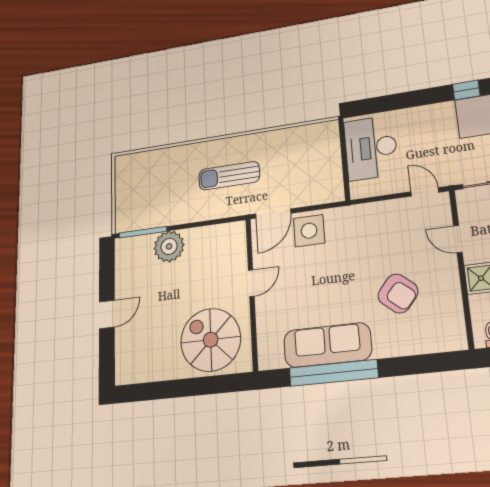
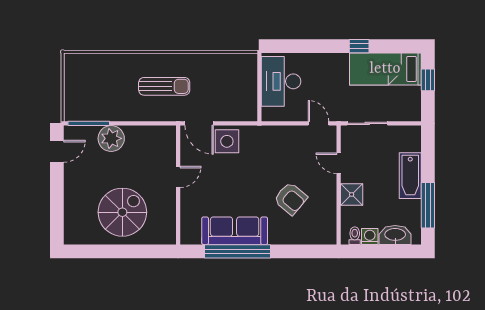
sun lounger: (229, 176) -> (164, 86), turned 180
door: (273, 214) -> (199, 123), hinge flipped
door: (107, 314) -> (57, 151), moved
spiral stairs: (211, 340) -> (122, 212), moved, turned 90

